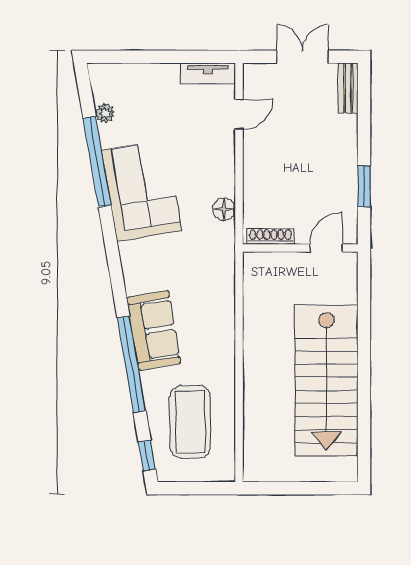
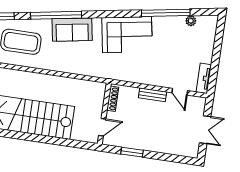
bench: (348, 88) -> (152, 95), moved
corner sofa: (142, 191) -> (127, 35), moved
floor lamp: (224, 209) -> (131, 76), removed
door: (326, 248) -> (102, 127), hinge flipped

